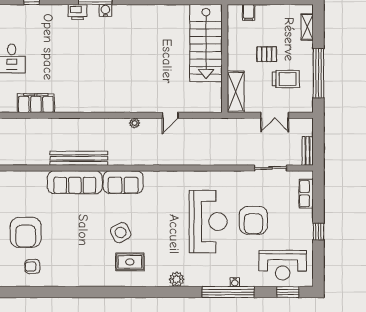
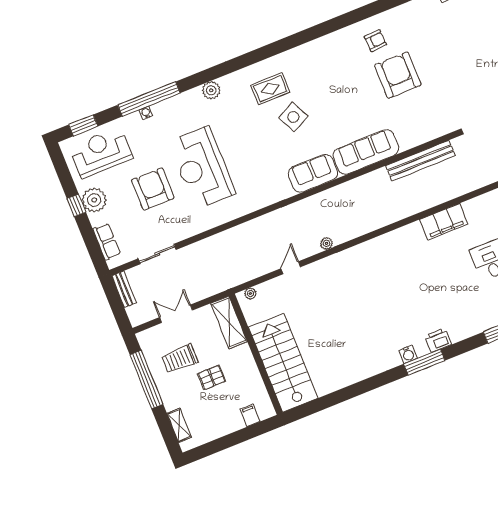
plant: (210, 108) -> (250, 294), added
bench: (79, 158) -> (421, 161), moved
plant: (303, 230) -> (94, 200), added

